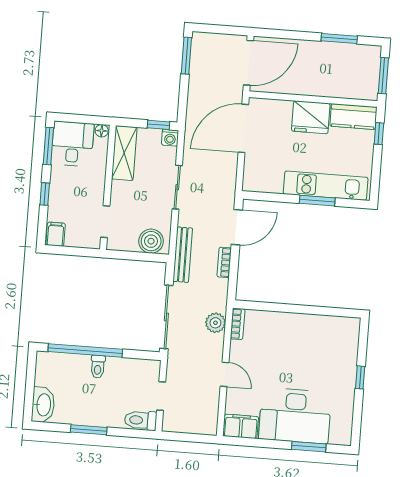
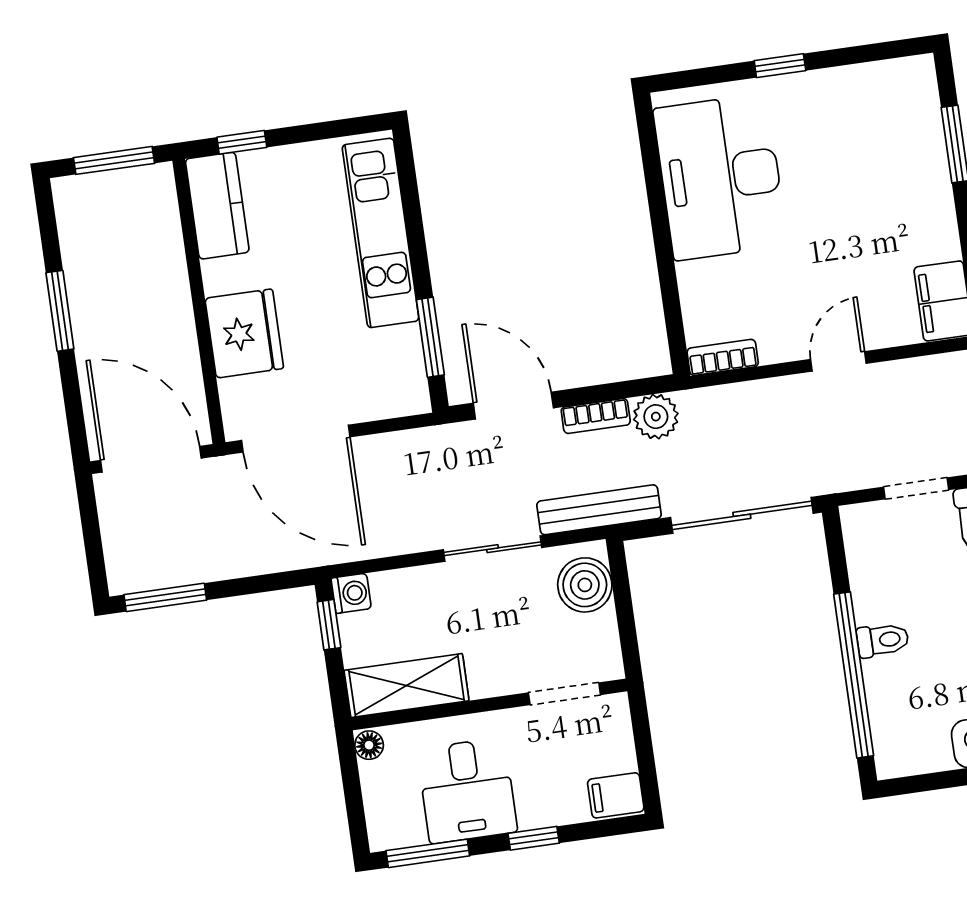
window: (339, 39) -> (60, 311), moved
fridge: (311, 117) -> (244, 333), moved
desk: (73, 144) -> (467, 791), moved, turned -90
sliding door: (177, 187) -> (493, 549), moved
window: (317, 201) -> (430, 337), moved
plant: (215, 323) -> (656, 417), moved
desk: (295, 416) -> (720, 177), moved, turned 180

